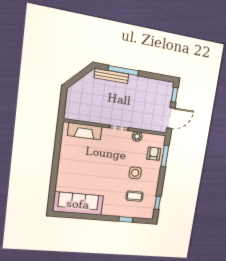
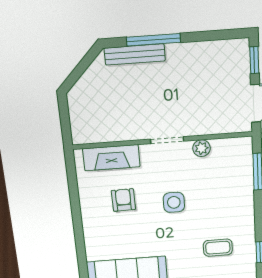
armchair: (154, 154) -> (123, 200), moved
side table: (135, 173) -> (174, 202), moved

